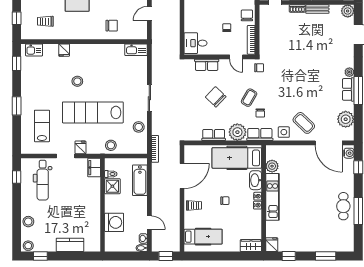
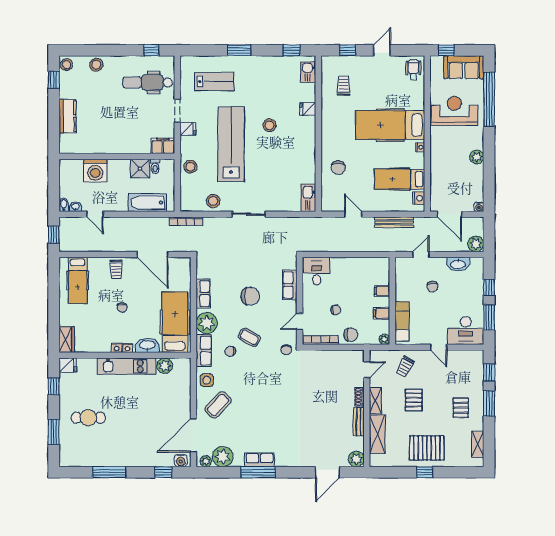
plant: (349, 72) -> (206, 461), moved
chair: (216, 97) -> (250, 296), turned 46
cafe table: (343, 206) -> (88, 418), moved
door: (149, 223) -> (95, 214), hinge flipped

